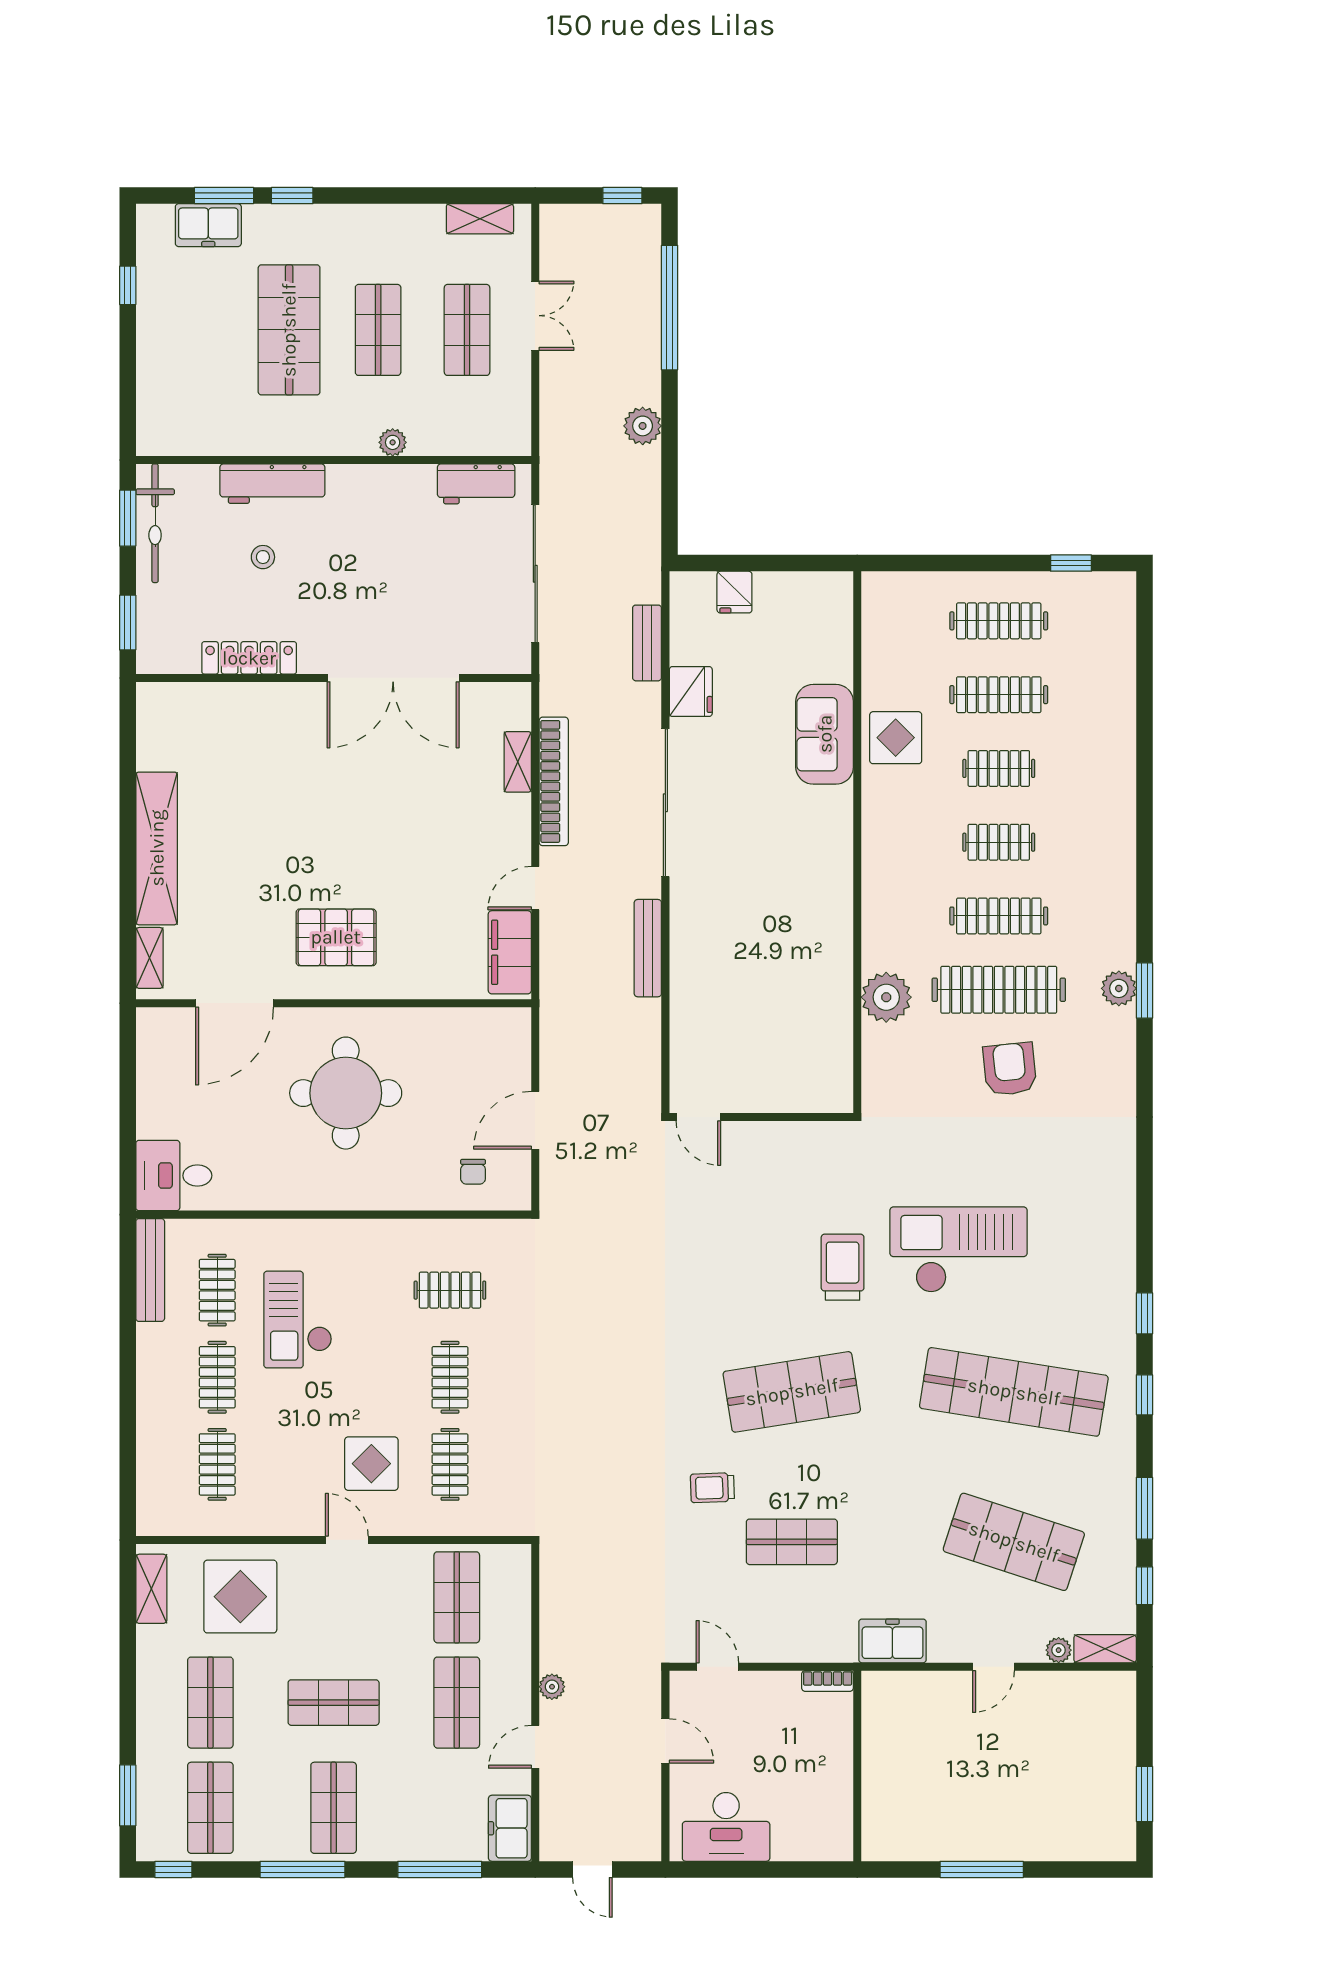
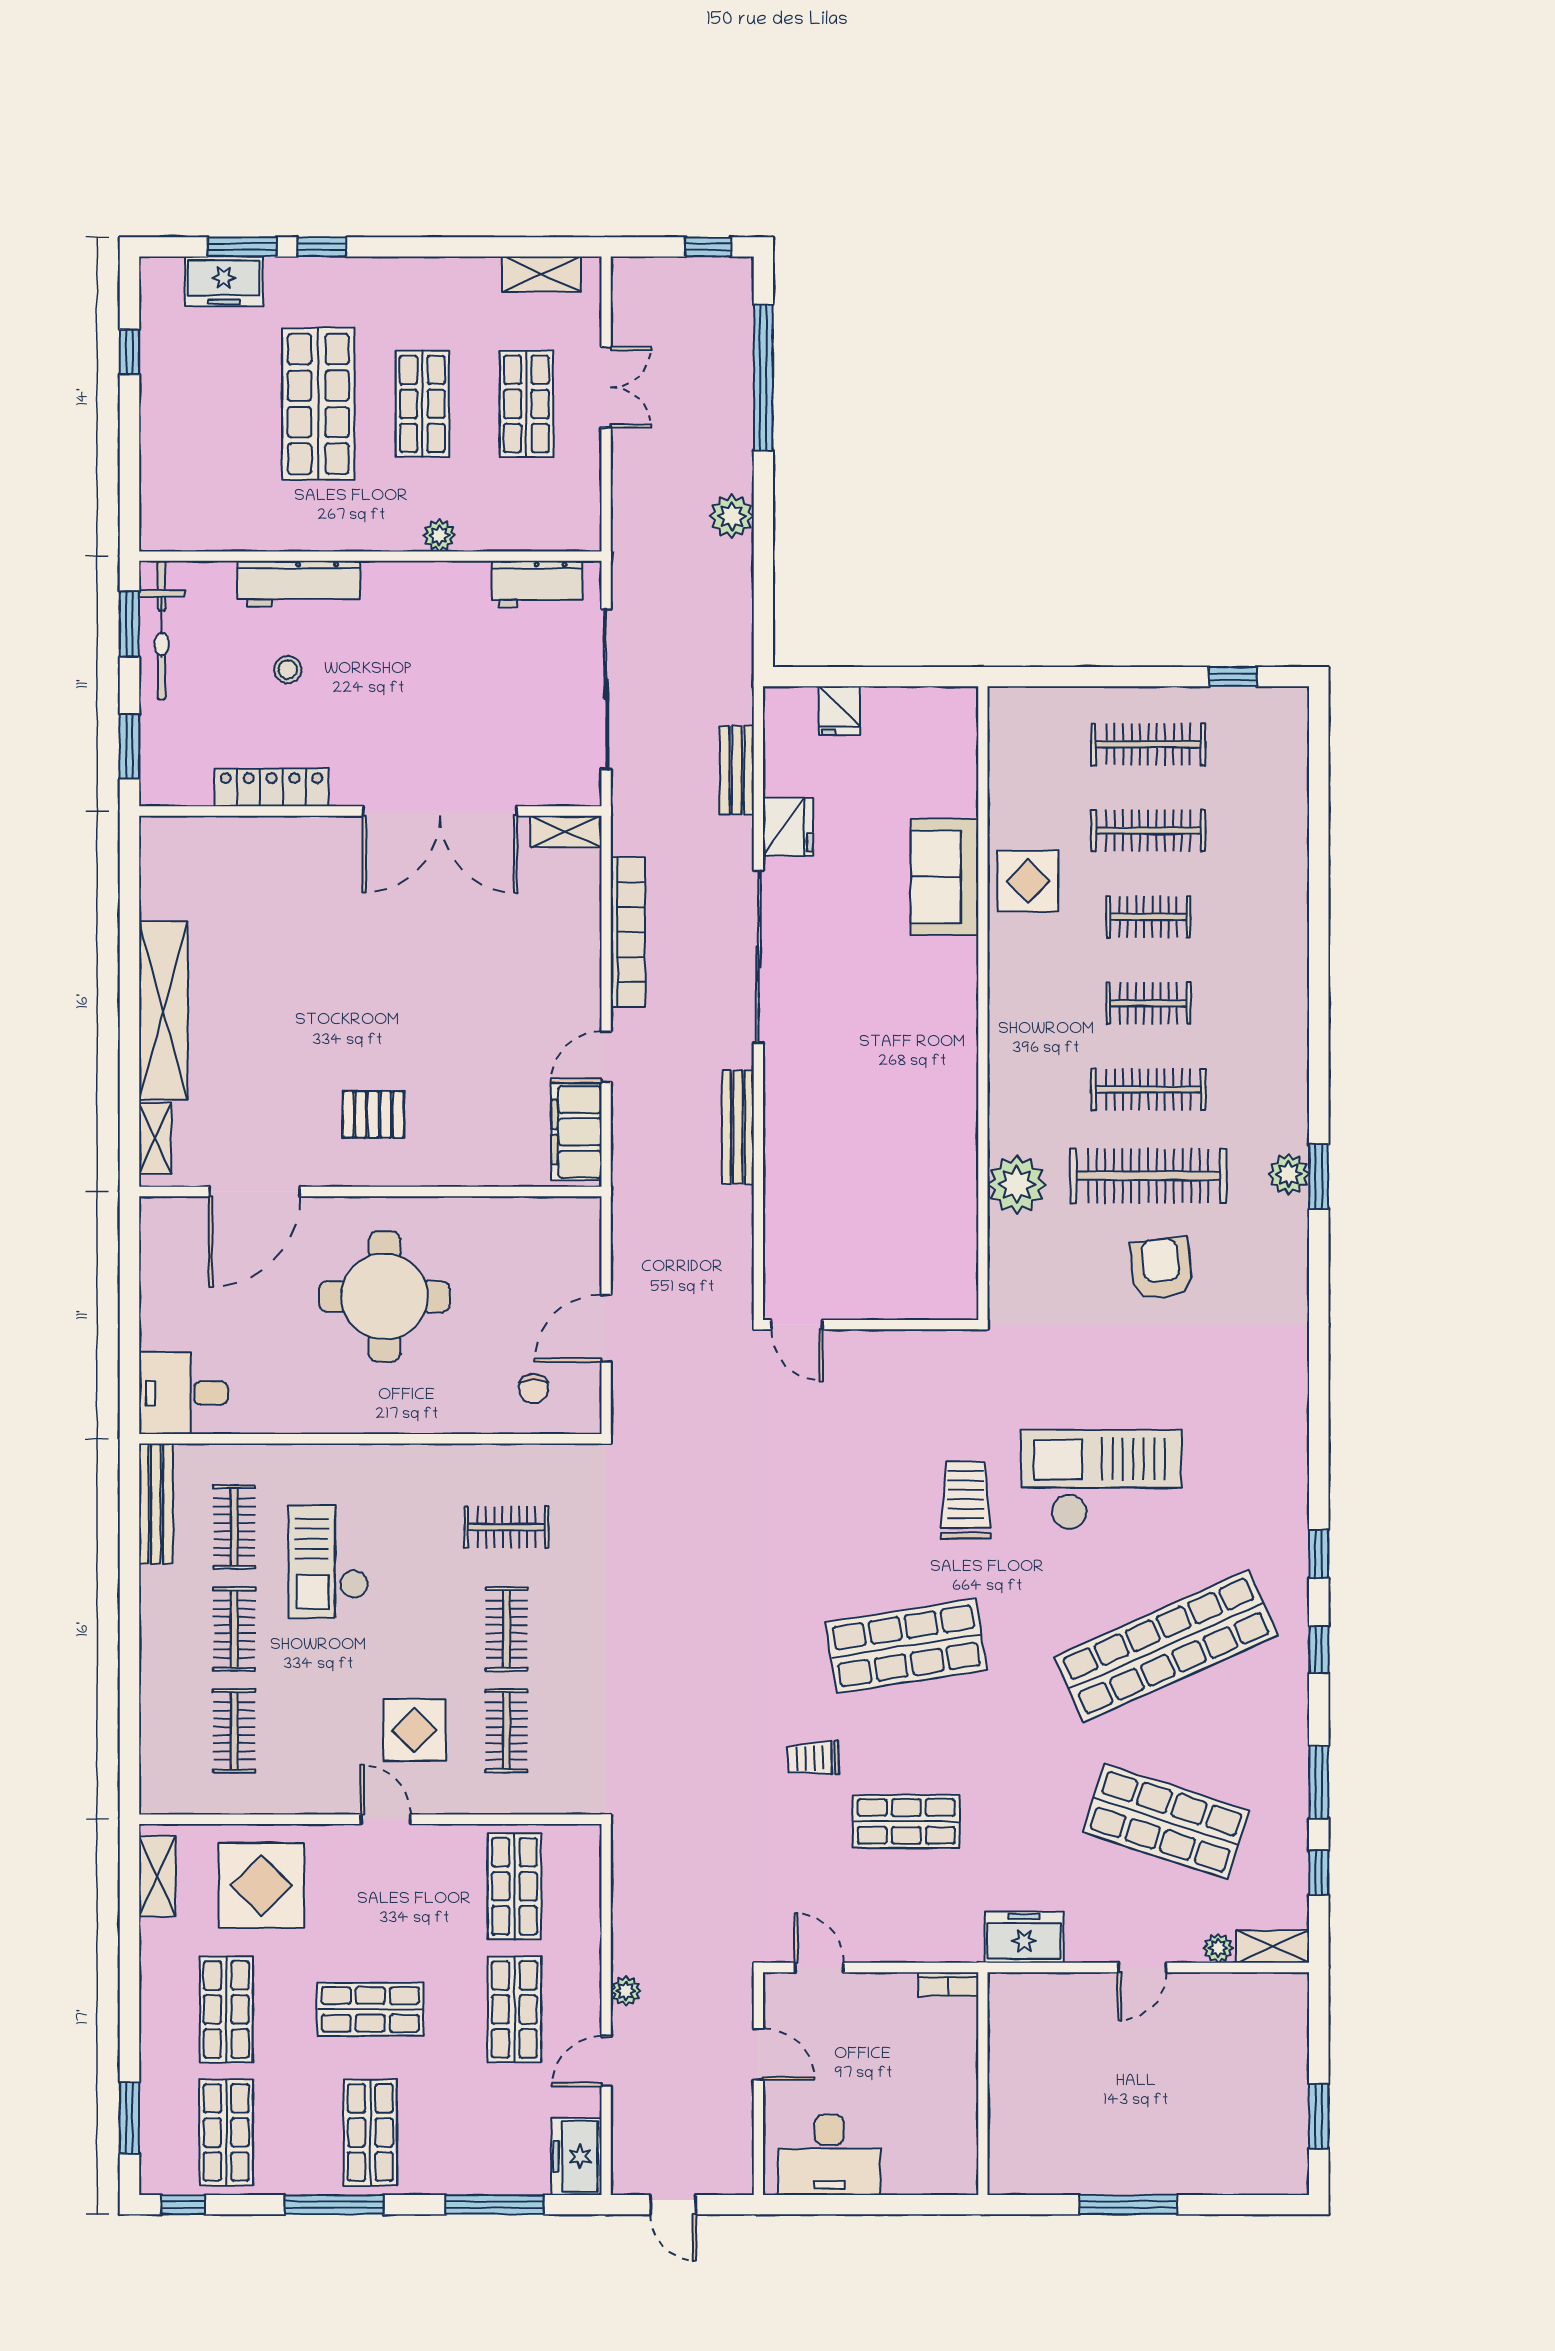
shelving: (518, 762) -> (566, 832), moved, turned 90
pallet: (336, 937) -> (373, 1114), width x0.67, depth x0.71
shop shelf: (1014, 1392) -> (1166, 1646), turned -33

